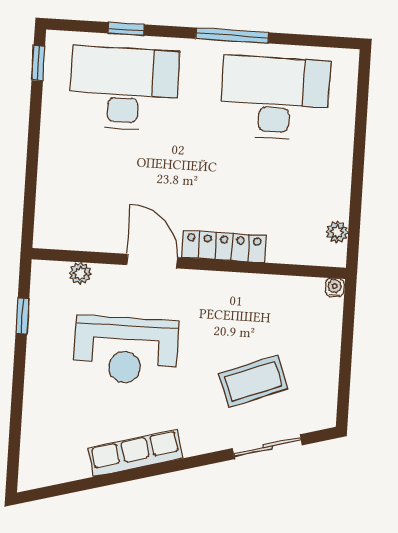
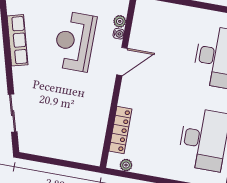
locker: (224, 246) -> (120, 130), moved
water cooler: (335, 287) -> (119, 34), moved
coffee table: (253, 381) -> (50, 109), removed

